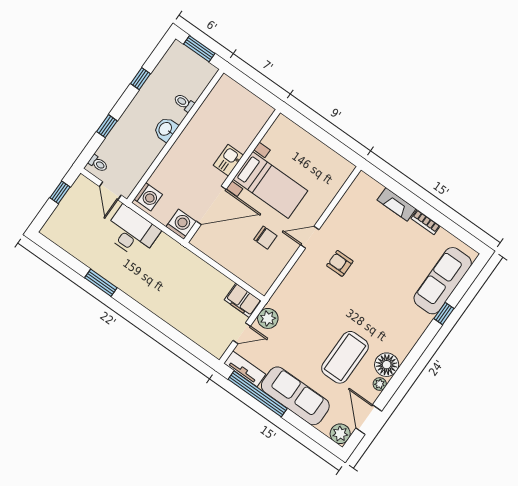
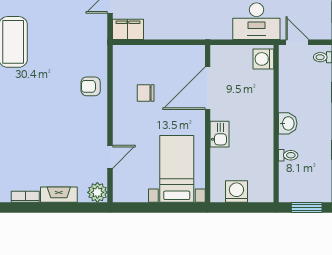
bed with nightstands: (270, 185) -> (177, 169), moved, turned 90
washing machine: (181, 224) -> (236, 191), moved, turned 180
door: (310, 237) -> (110, 157), moved
armchair: (340, 263) -> (91, 86), moved, turned 180
plant: (268, 318) -> (97, 192), moved

